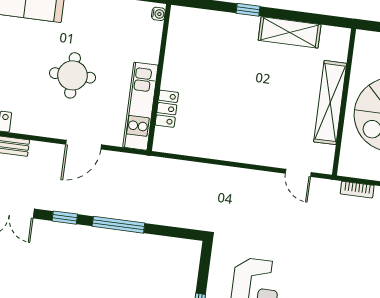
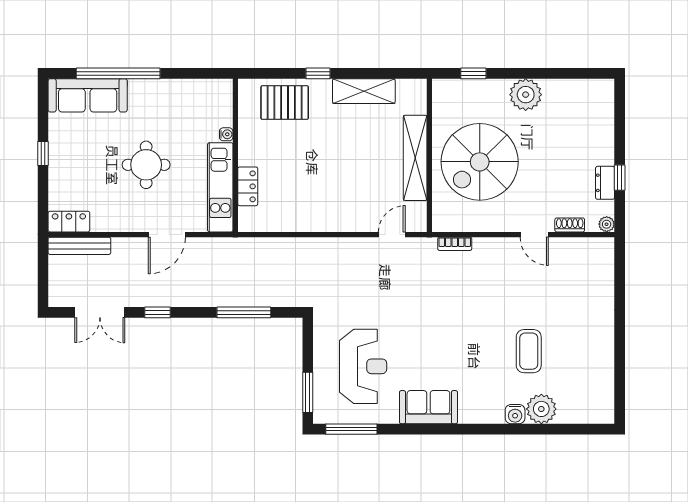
water cooler: (158, 14) -> (226, 134), moved
pallet: (213, 33) -> (285, 103), added
door: (298, 173) -> (392, 235), swing flipped
window: (118, 225) -> (244, 312), moved

